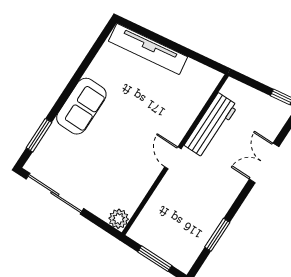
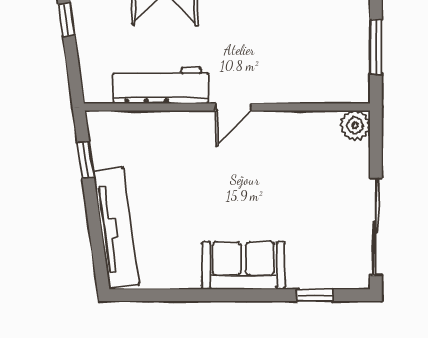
window: (197, 57) -> (86, 160), added
window: (39, 135) -> (315, 295), width x0.67

